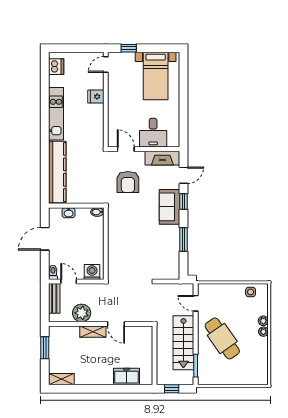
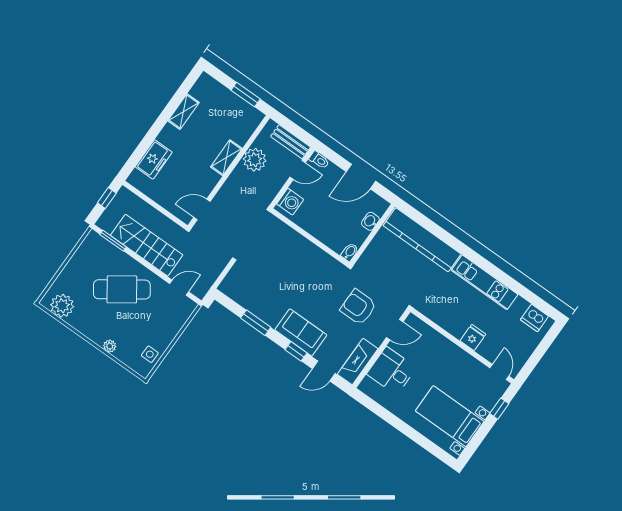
door: (183, 175) -> (324, 371), hinge flipped
door: (45, 239) -> (361, 176), swing flipped
door: (116, 324) -> (202, 209), moved
plant: (263, 332) -> (62, 306), moved, width x1.88, depth x1.88
shelving: (61, 379) -> (183, 112), moved

